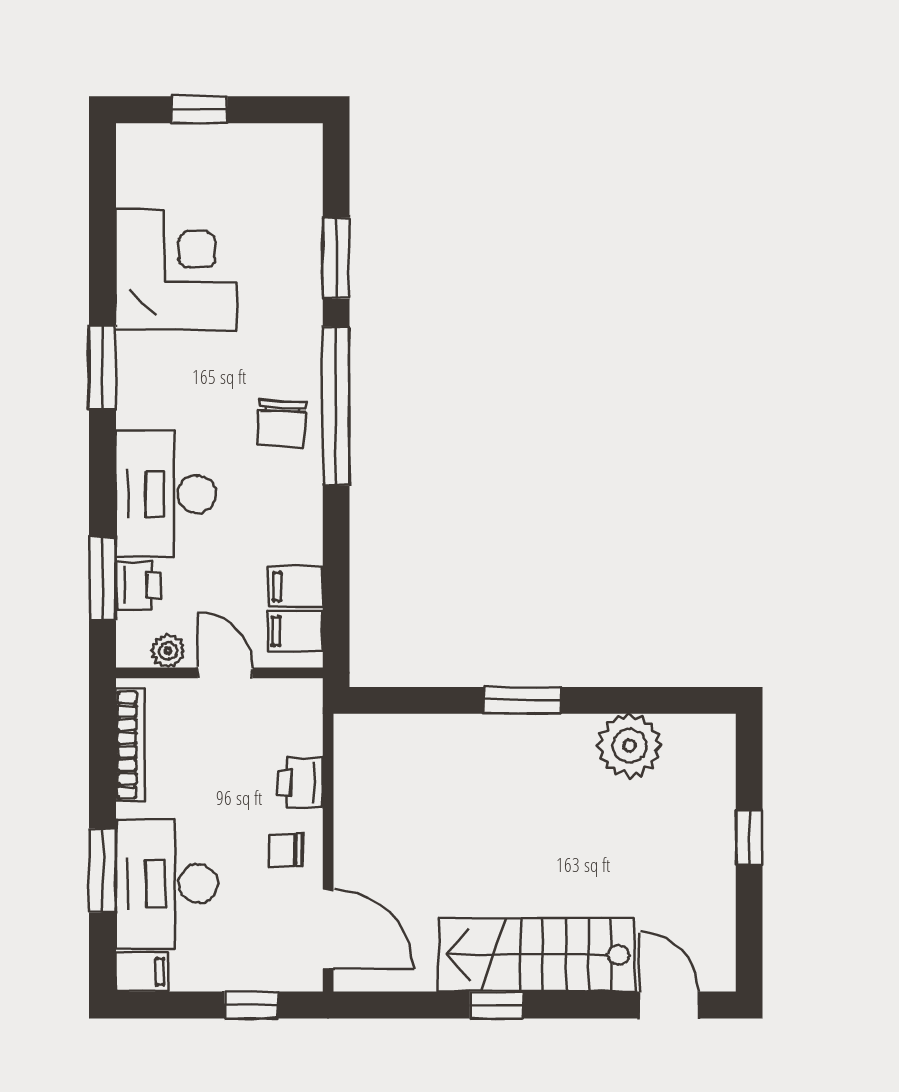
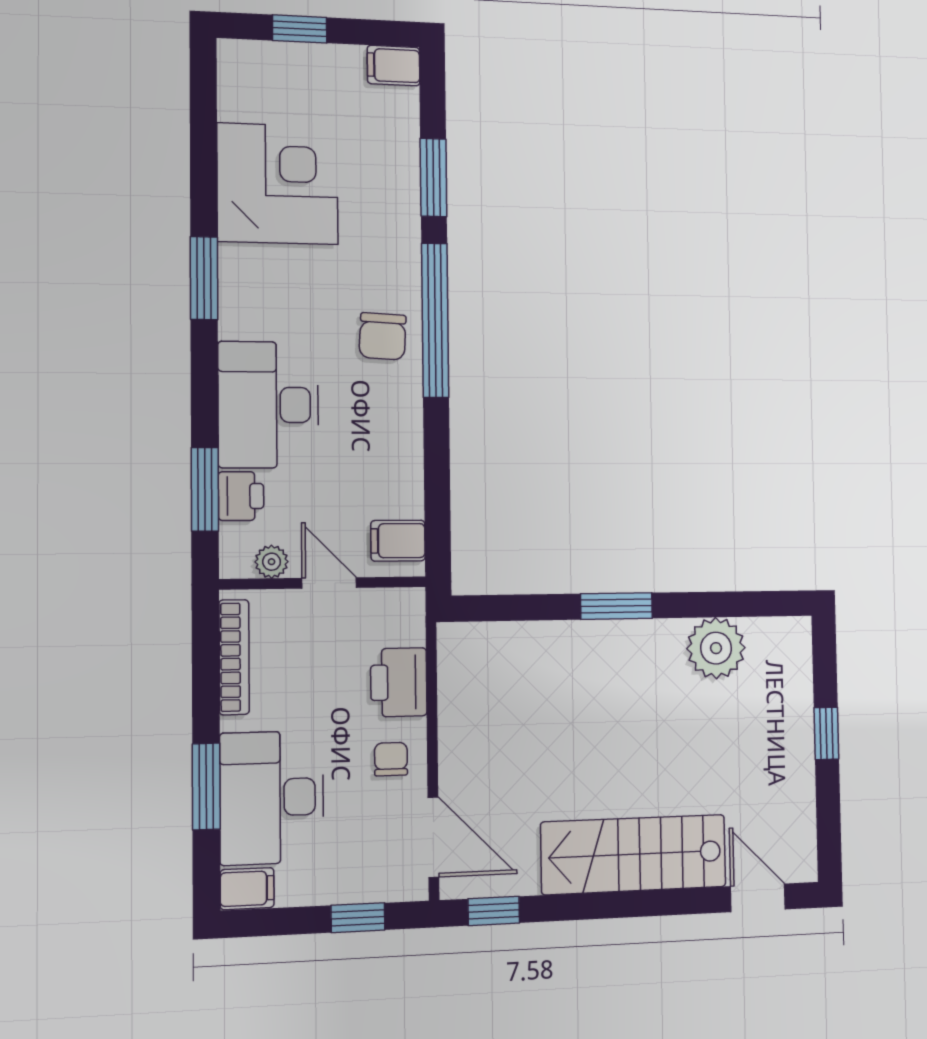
filing cabinet: (296, 587) -> (394, 66), moved
printer: (300, 783) -> (399, 682), width x1.36, depth x1.24
chair: (286, 850) -> (391, 759), turned 90
window: (496, 1005) -> (494, 911), moved

